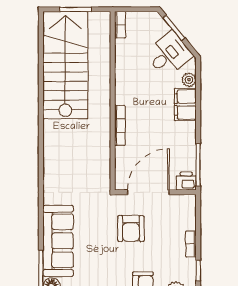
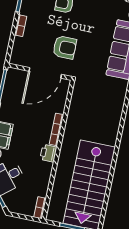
printer: (186, 181) -> (48, 153), moved, turned 90
armchair: (131, 229) -> (65, 47), turned 90

